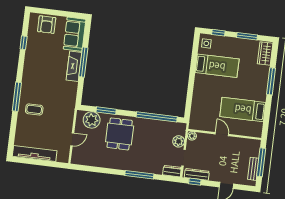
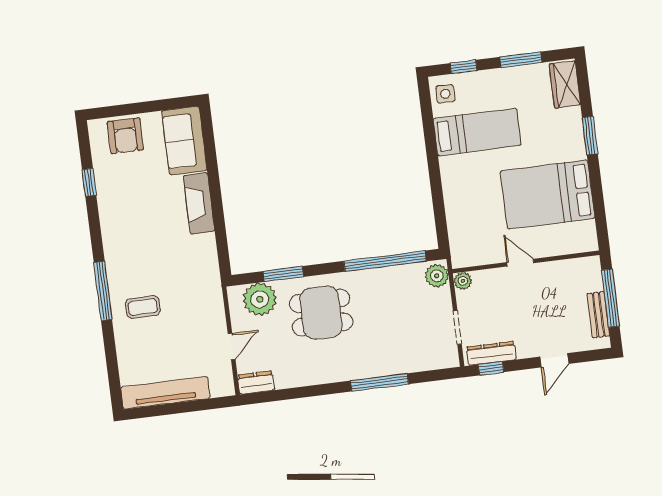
window: (83, 62) -> (215, 191), removed
window: (271, 81) -> (590, 136), width x0.69
bed: (243, 109) -> (548, 195), width x1.50
dining table: (120, 134) -> (321, 313), turned 90
plant: (179, 141) -> (437, 276), moved
dresser: (172, 171) -> (256, 383), moved

